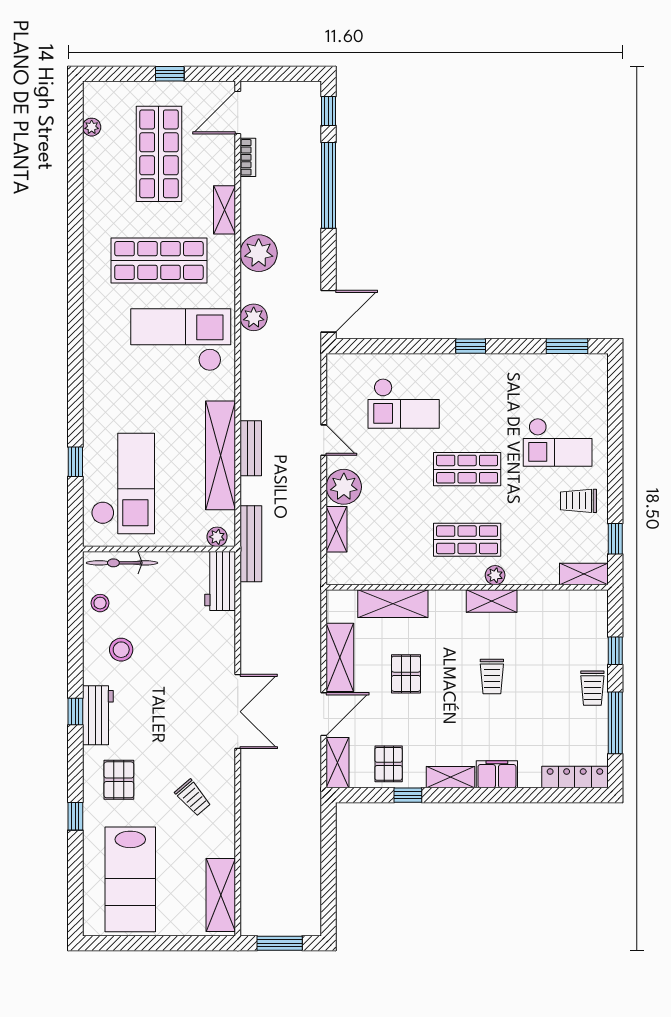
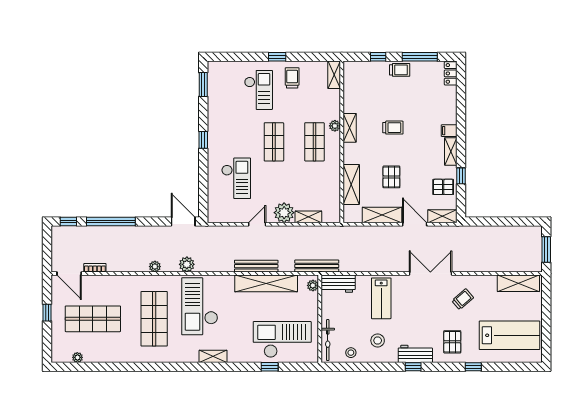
shelving: (225, 210) -> (213, 356), moved
plant: (259, 253) -> (155, 267), width x0.53, depth x0.53
bench: (251, 448) -> (256, 266), width x1.36
trolley: (578, 501) -> (292, 78), turned 180
window: (615, 539) -> (277, 57), moved
lab bench: (195, 656) -> (381, 298), added
pallet: (406, 674) -> (391, 177), turned 90
double door: (238, 712) -> (430, 274), moved
filing cabinet: (497, 774) -> (449, 131), width x0.50
locker: (575, 777) -> (451, 73), width x0.66
pallet: (119, 780) -> (452, 342), turned 90

